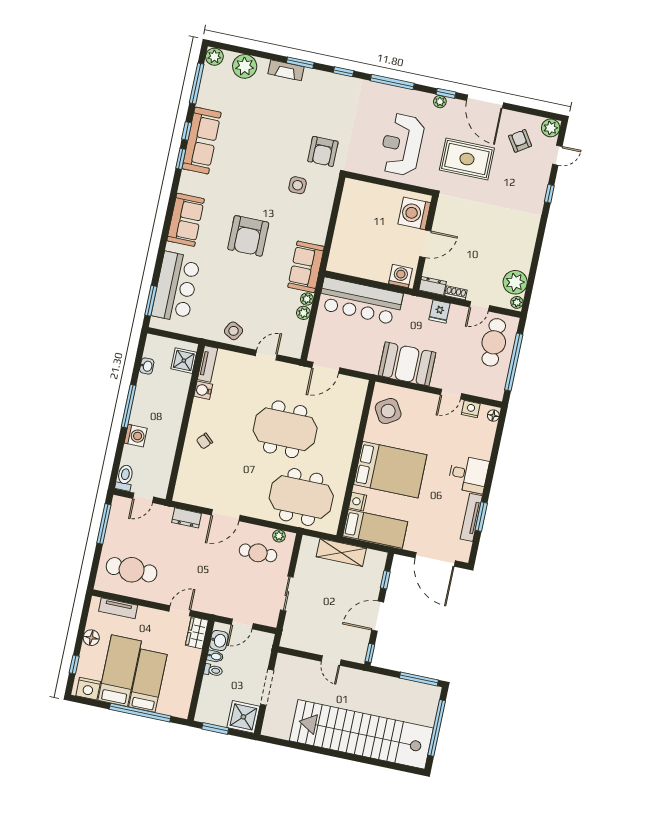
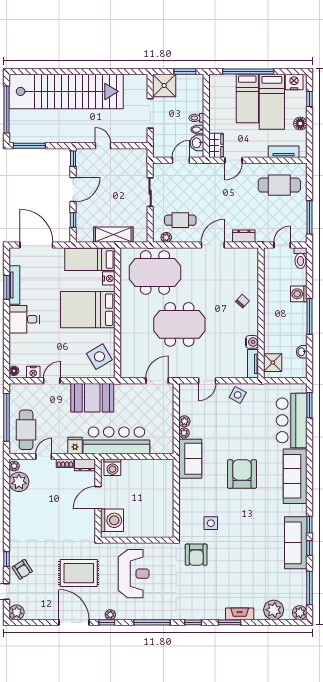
armchair: (520, 141) -> (22, 569), moved
armchair: (323, 151) -> (196, 555), turned 180
sofa: (186, 220) -> (295, 476), width x1.36
bar counter: (361, 301) -> (116, 440), moved

